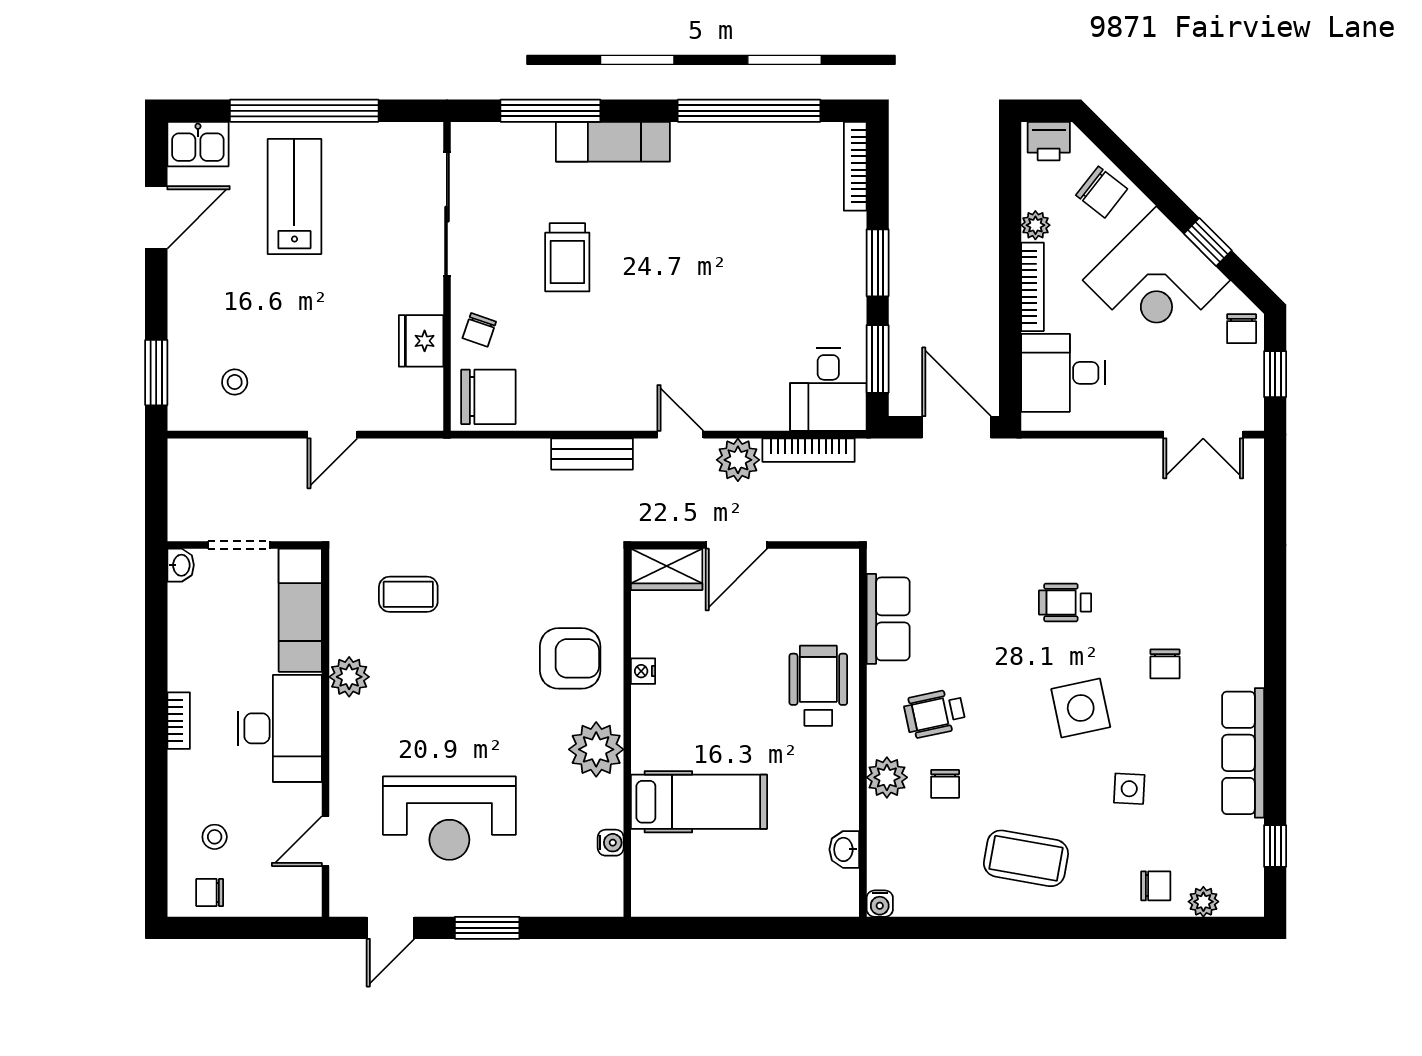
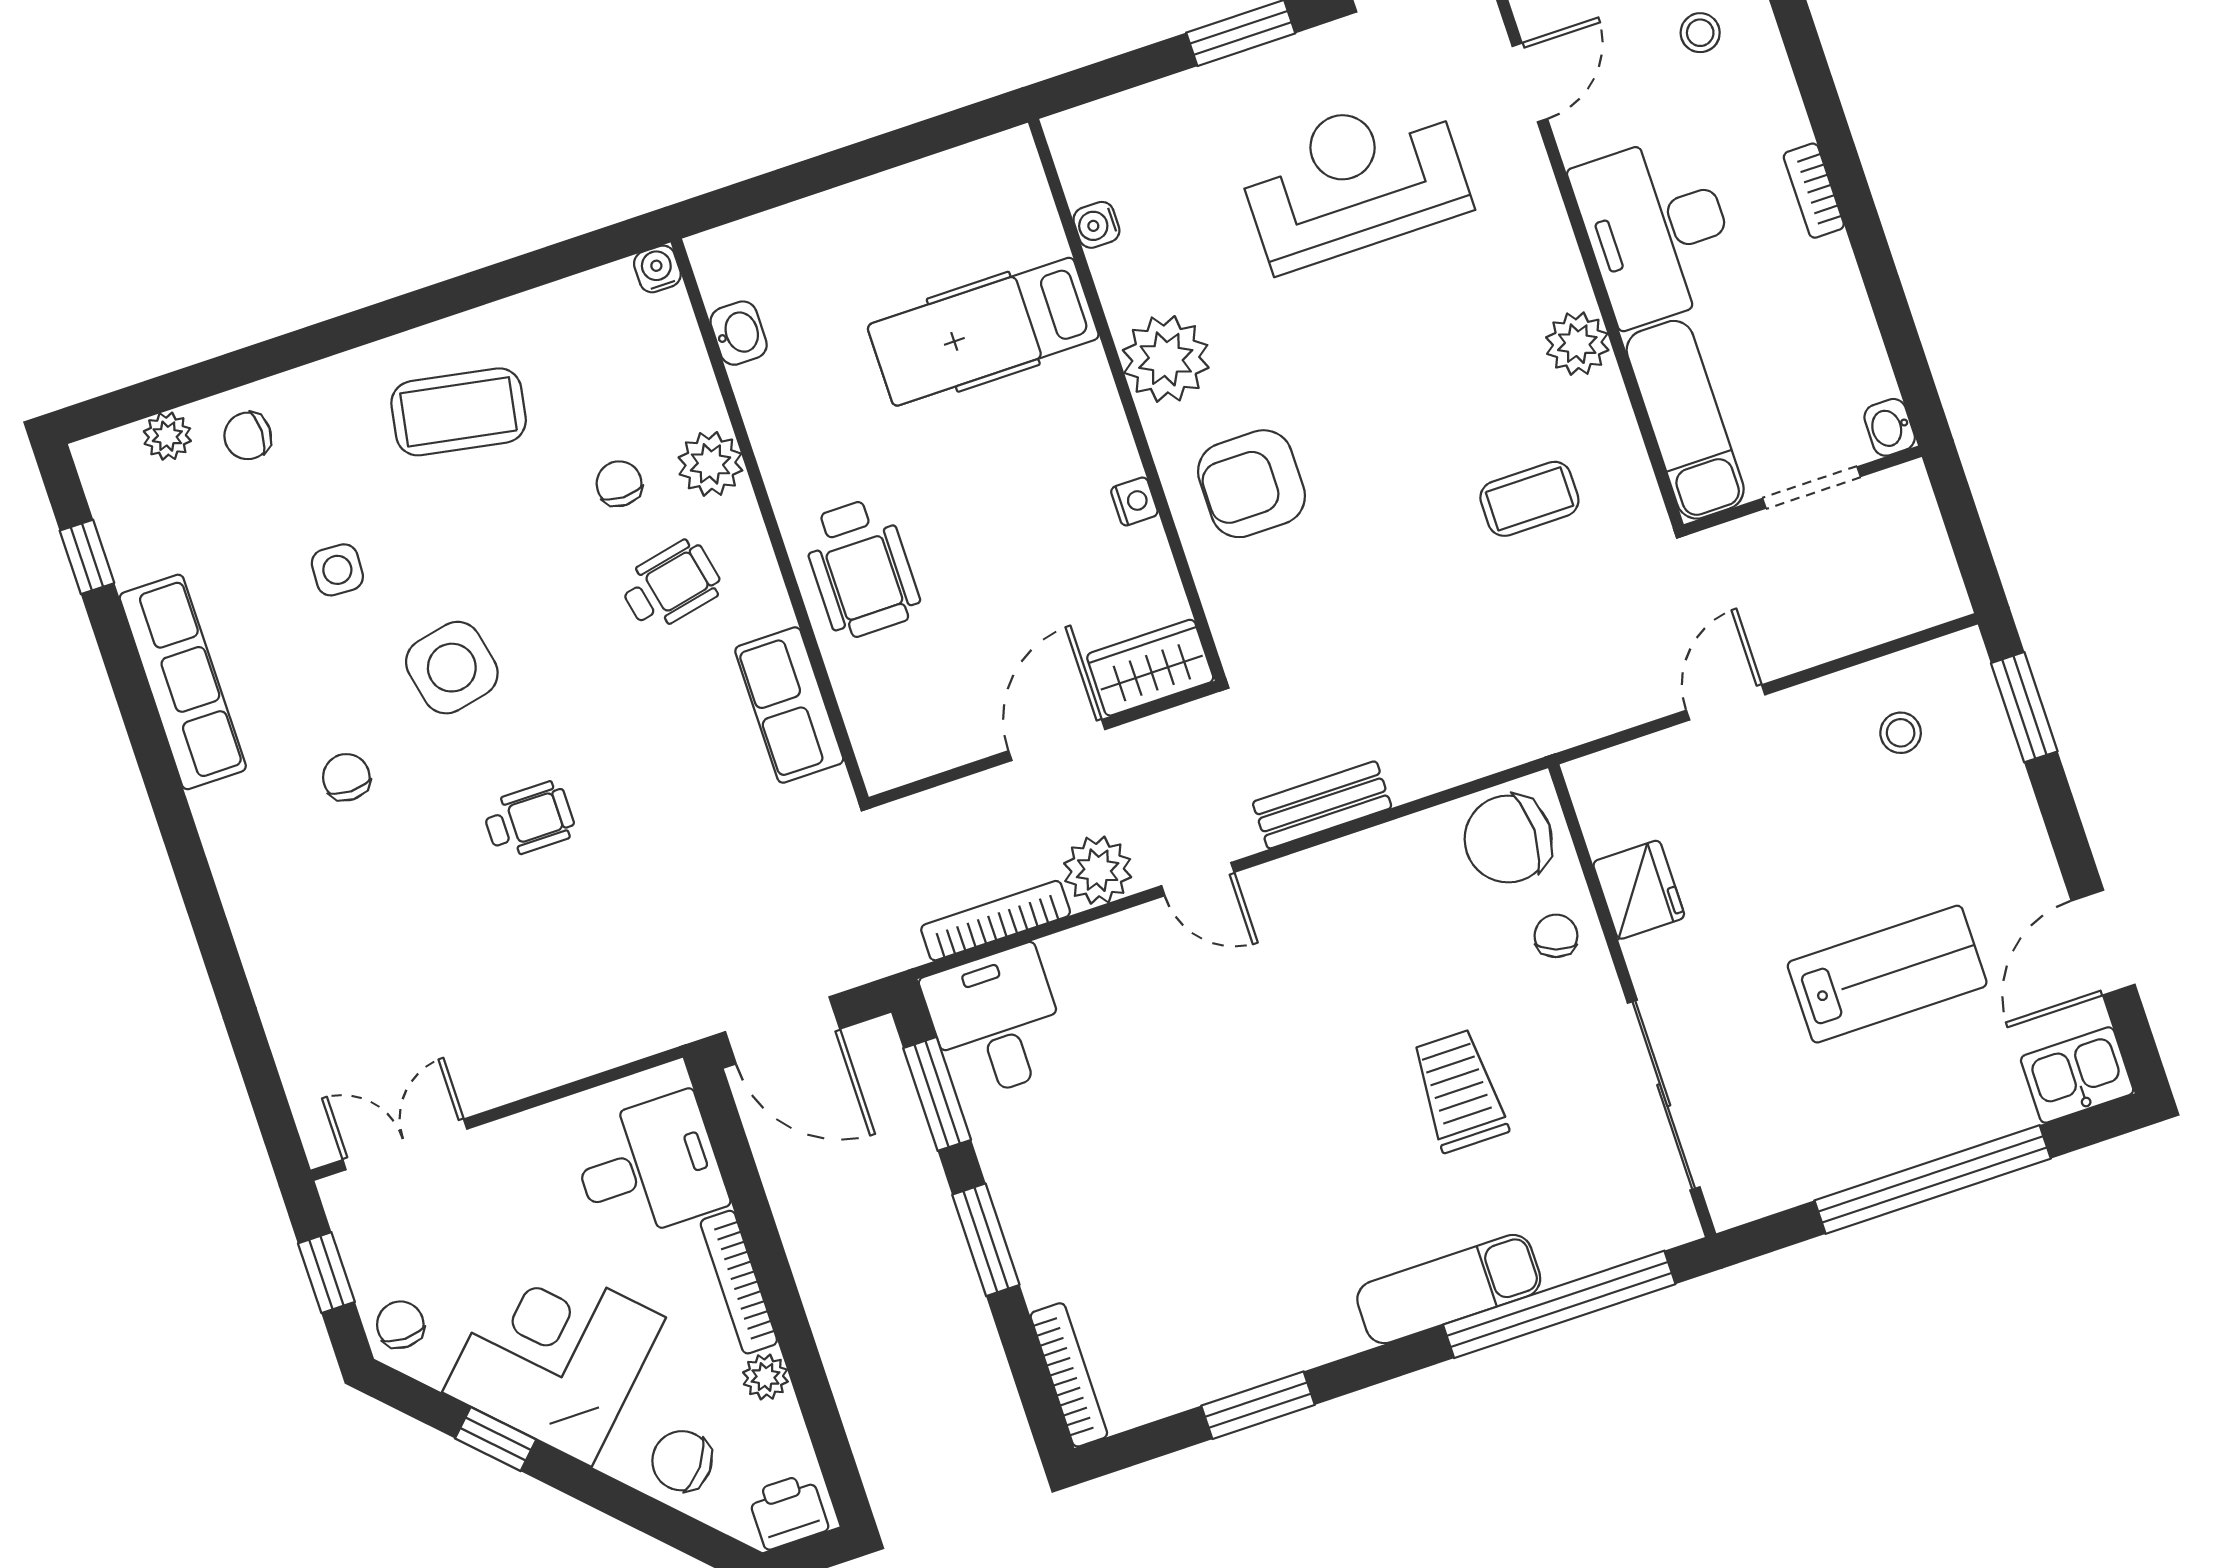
window: (550, 111) -> (1559, 1304), width x1.46
window: (749, 111) -> (1258, 1405), width x0.47
lab bench: (294, 196) -> (1887, 974), moved, turned -90

